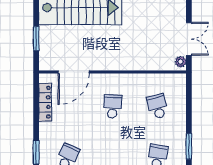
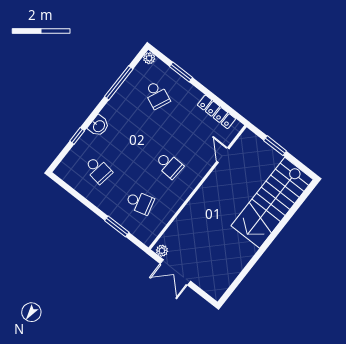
door: (74, 72) -> (223, 155), width x0.53
window: (189, 146) -> (117, 226), moved

